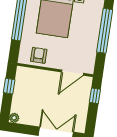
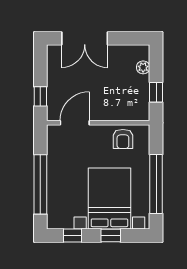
plant: (14, 118) -> (143, 67), moved

